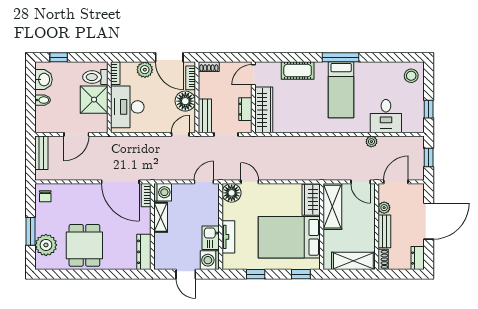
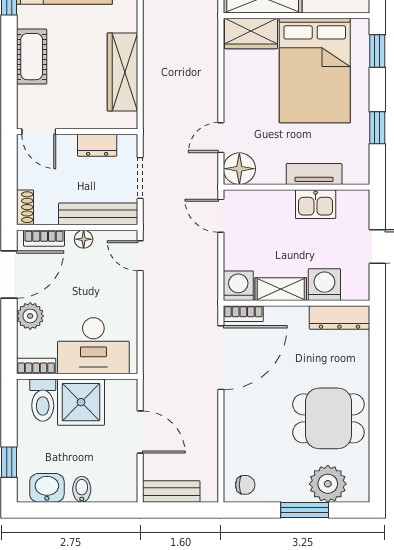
floor lamp: (185, 101) -> (84, 239), width x0.53, depth x0.53
wardrobe: (264, 110) -> (122, 72), moved, turned -90
bench: (205, 116) -> (98, 214), width x1.36
washing machine: (210, 260) -> (324, 285), moved, turned 180

